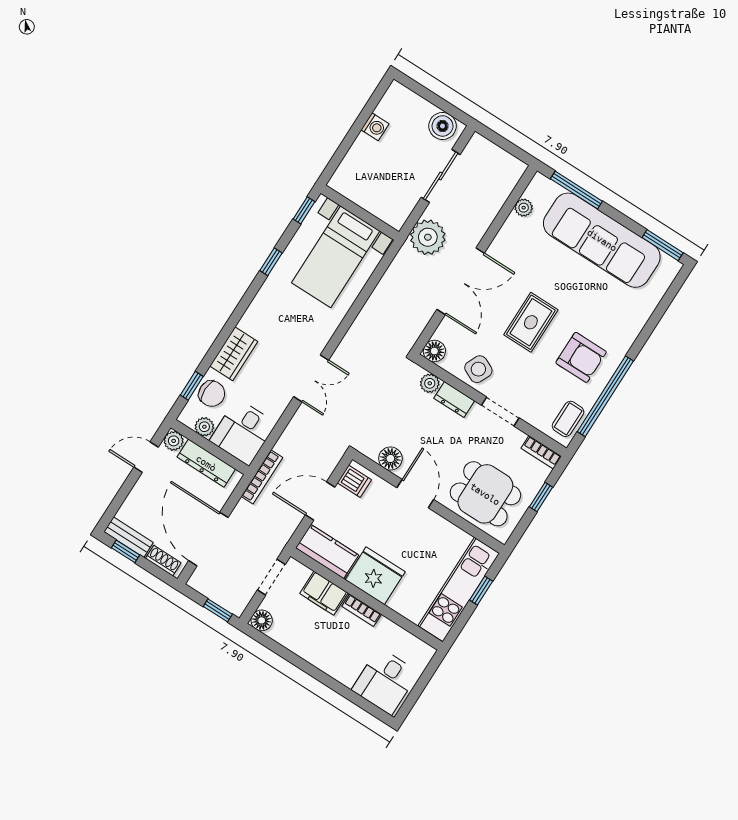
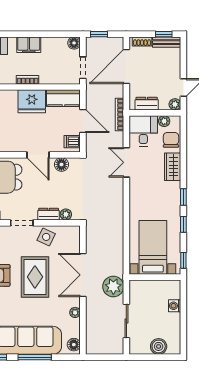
boiler: (443, 126) -> (159, 346), moved
washing machine: (375, 127) -> (175, 306), moved
window: (576, 190) -> (35, 357), moved
plant: (524, 208) -> (75, 312), moved
rug: (531, 322) -> (35, 277), width x1.36, depth x1.43
floor lamp: (434, 351) -> (74, 345), moved
double door: (311, 378) -> (126, 162), moved
window: (192, 386) -> (183, 197), moved
chair: (212, 394) -> (171, 140), turned 90
dresser: (206, 463) -> (147, 104), width x0.70
door: (320, 501) -> (83, 121), hinge flipped
door: (208, 539) -> (126, 67), swing flipped
filing cabinet: (324, 593) -> (29, 45), moved, turned 180

